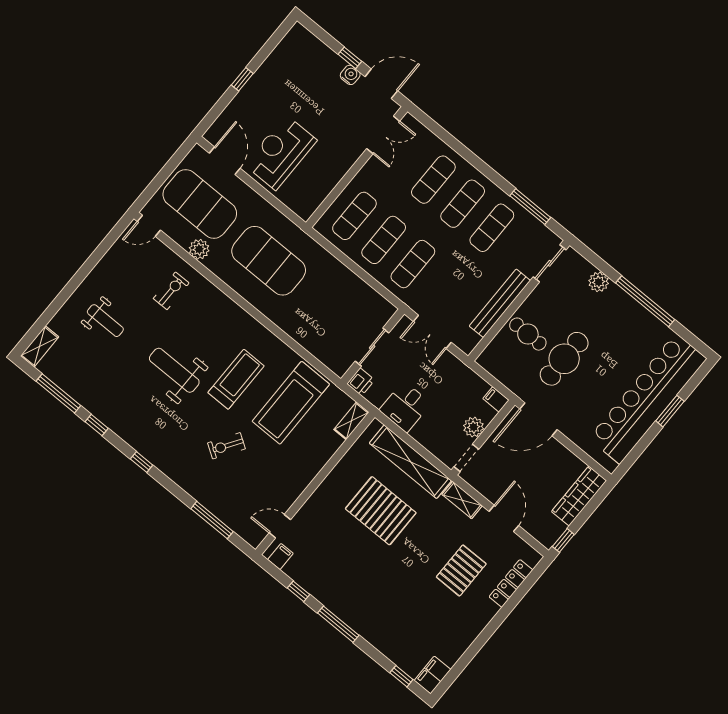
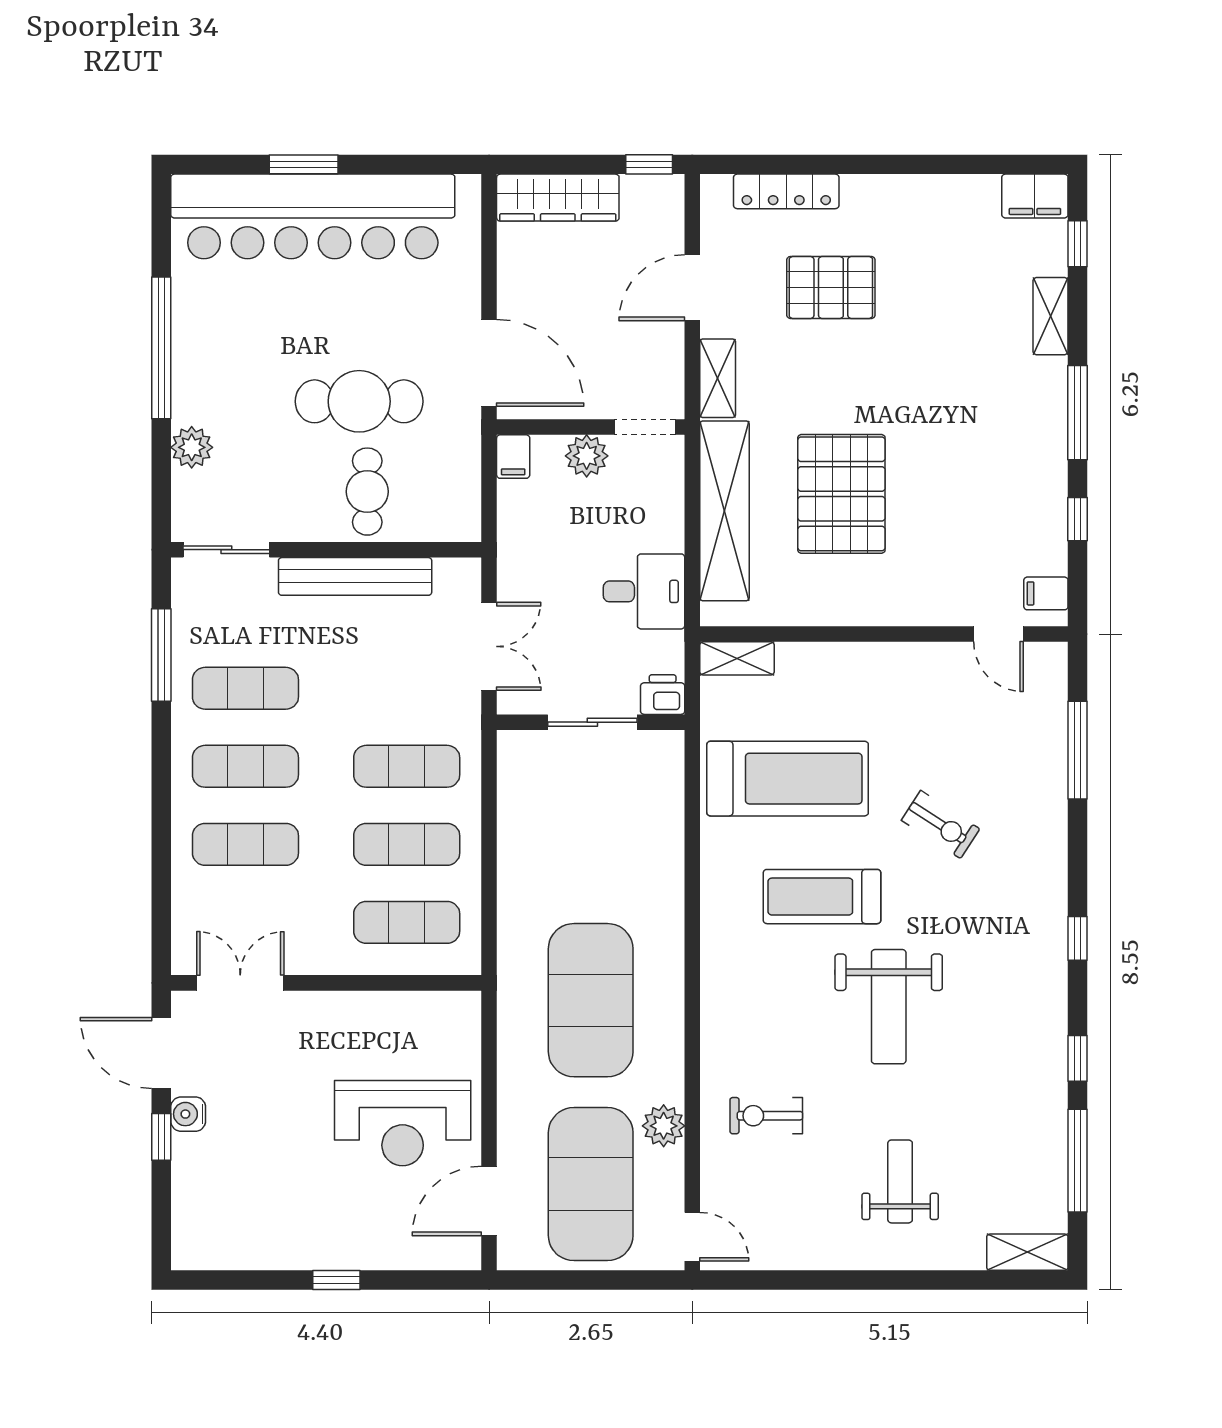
shelving: (383, 644) -> (1051, 316), added

